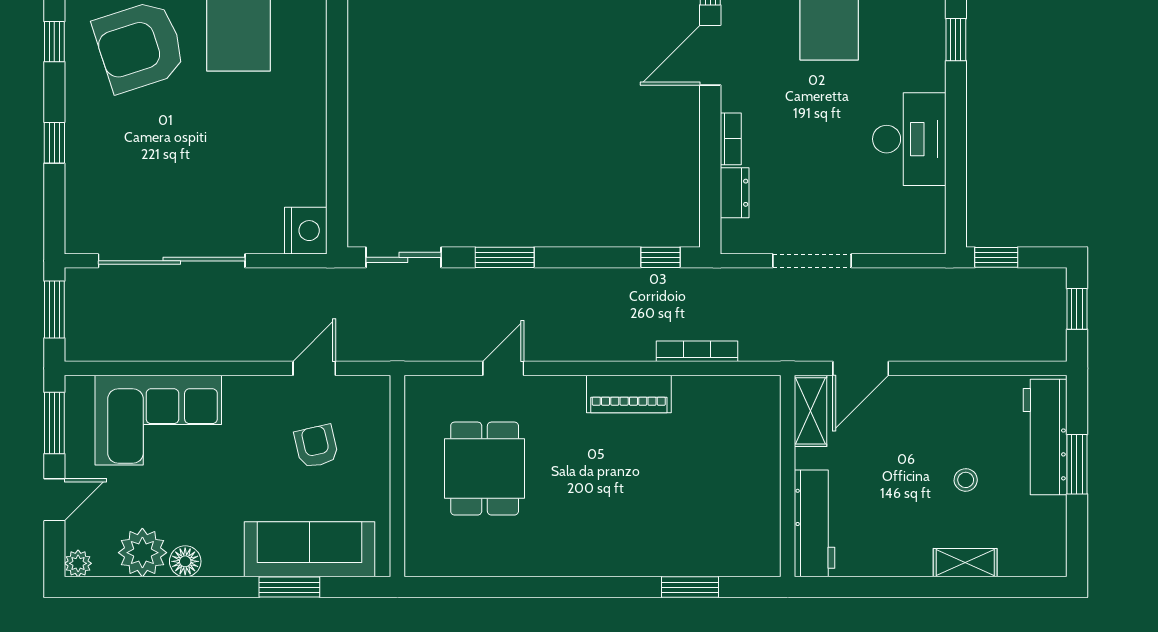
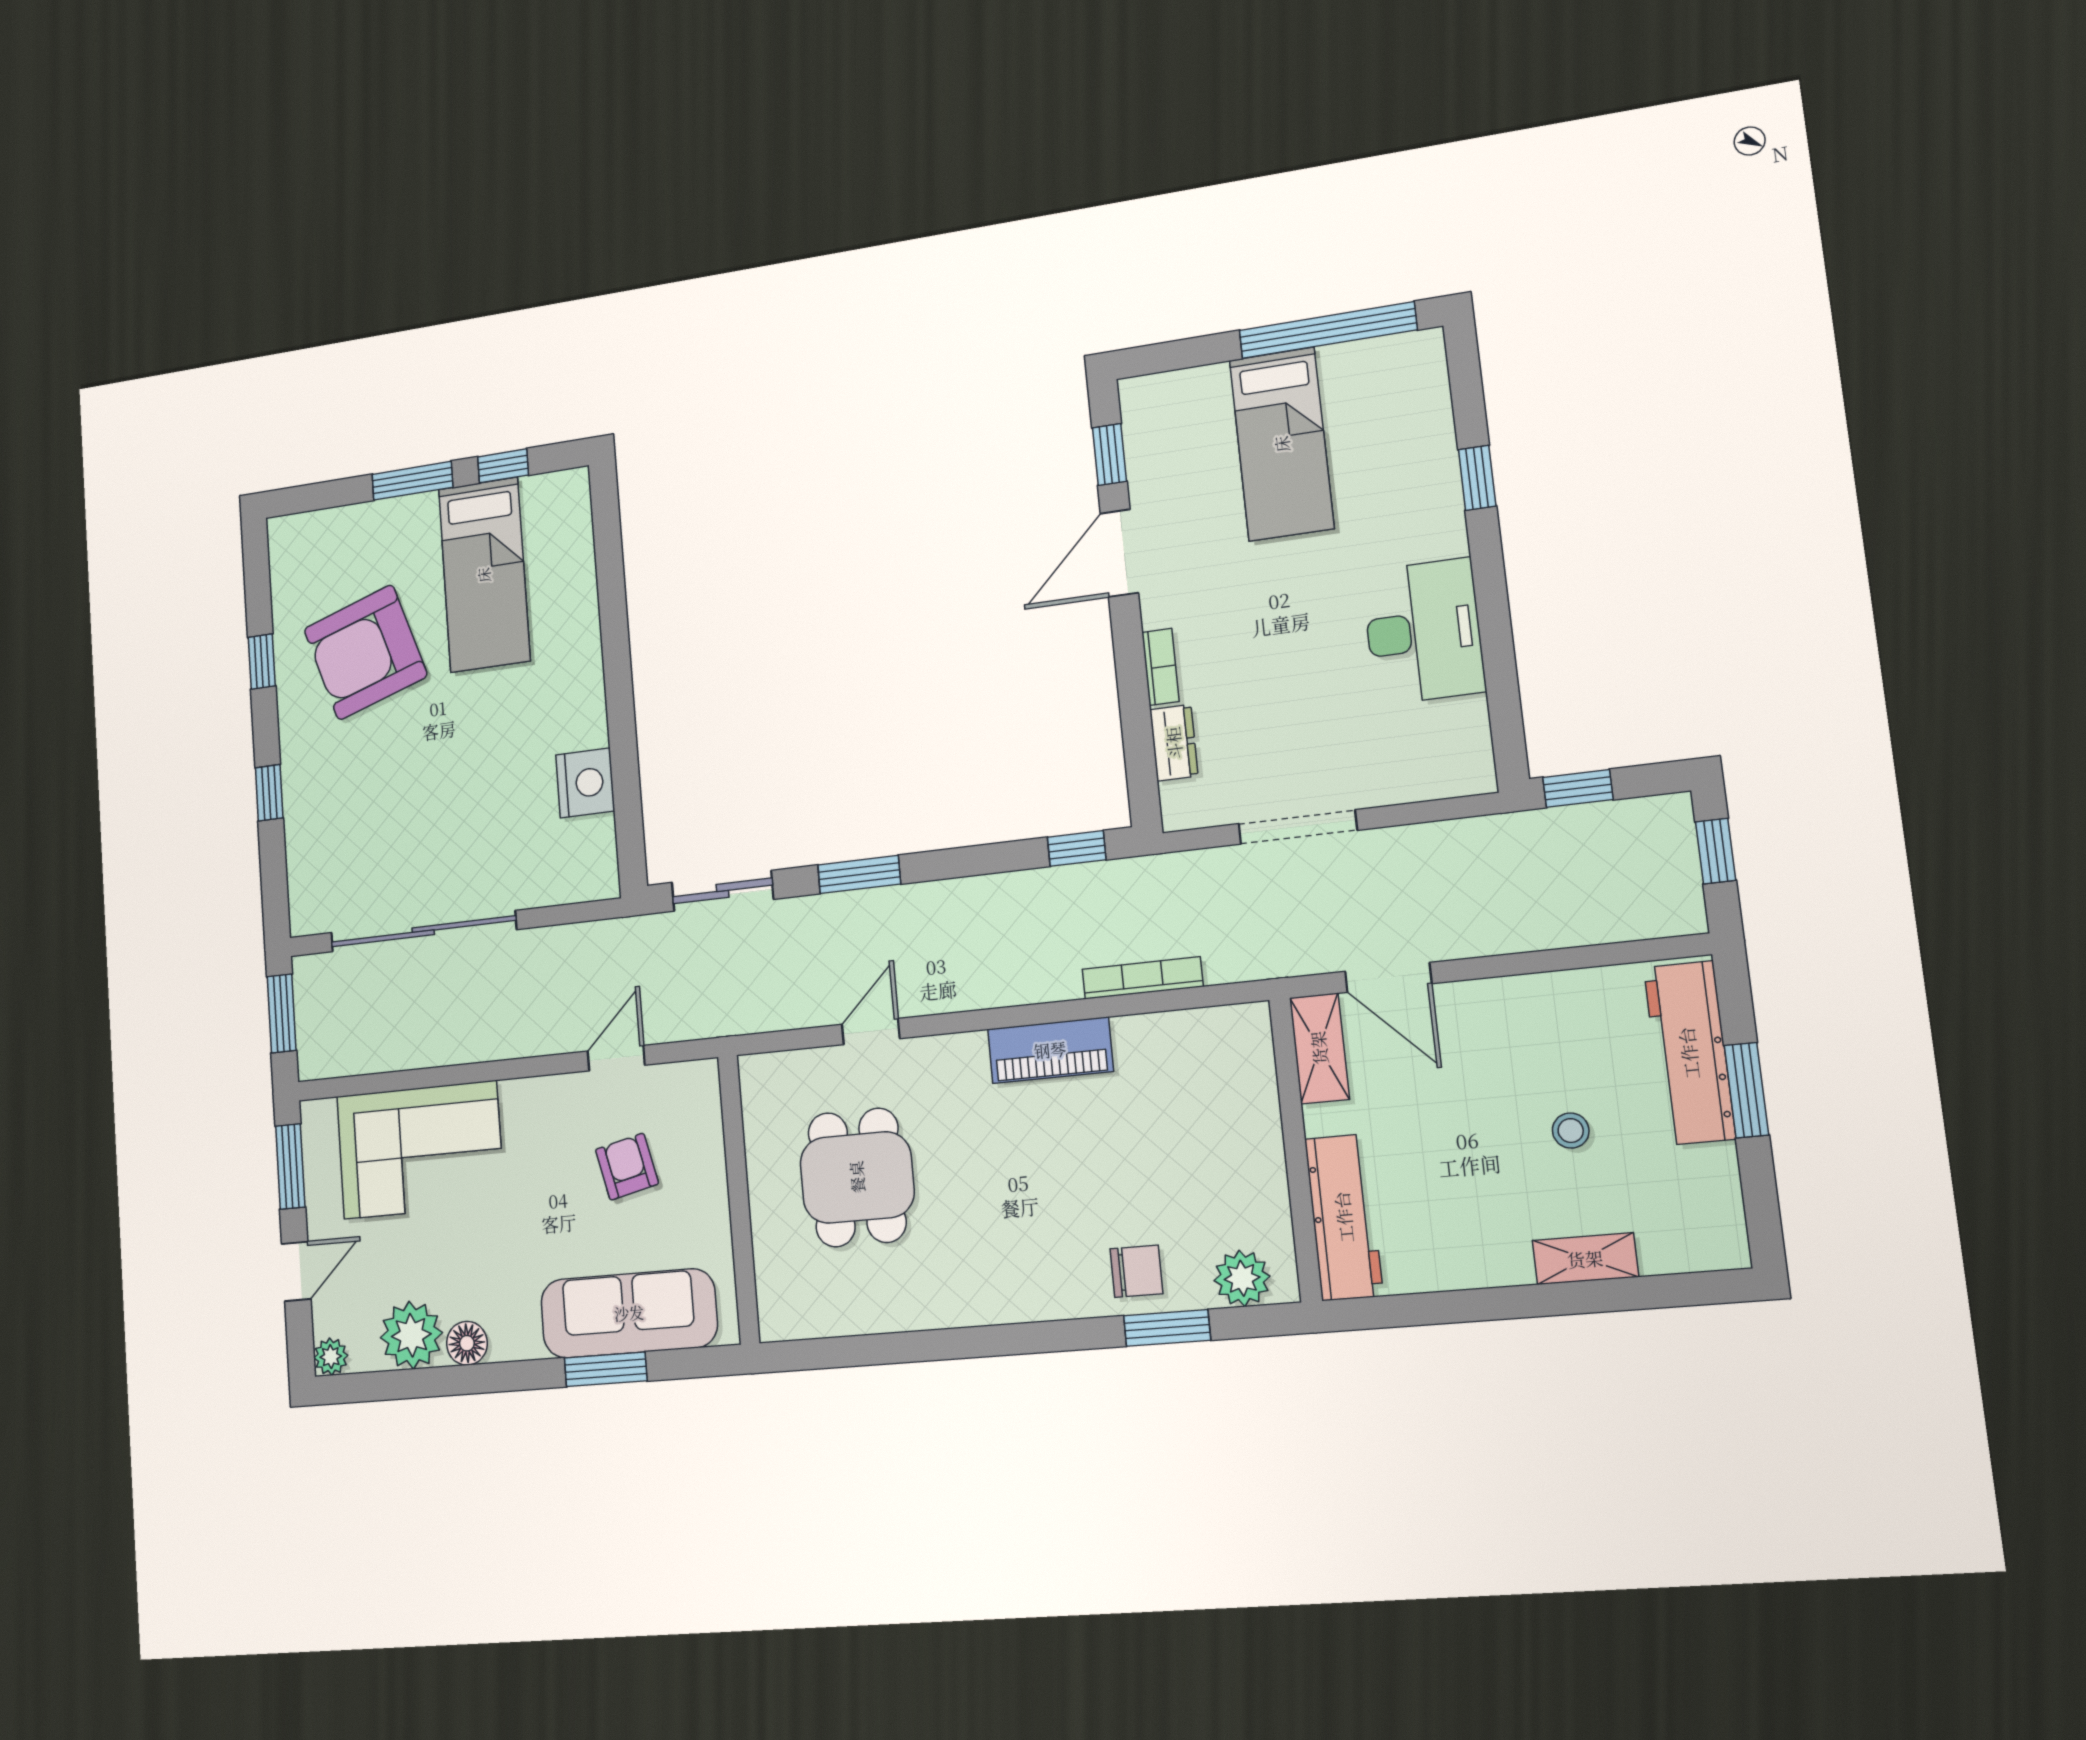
nightstand: (306, 231) -> (585, 783), moved
door: (861, 368) -> (1388, 977), hinge flipped
chair: (673, 548) -> (1136, 1271), added
plant: (743, 558) -> (1242, 1278), added

